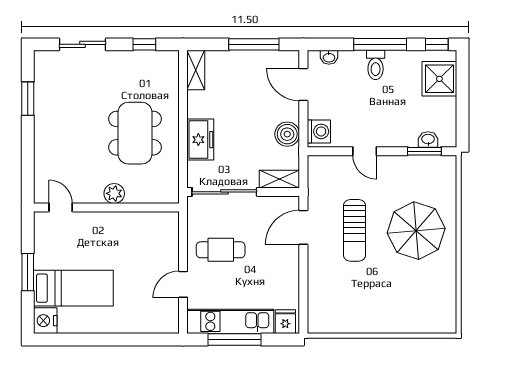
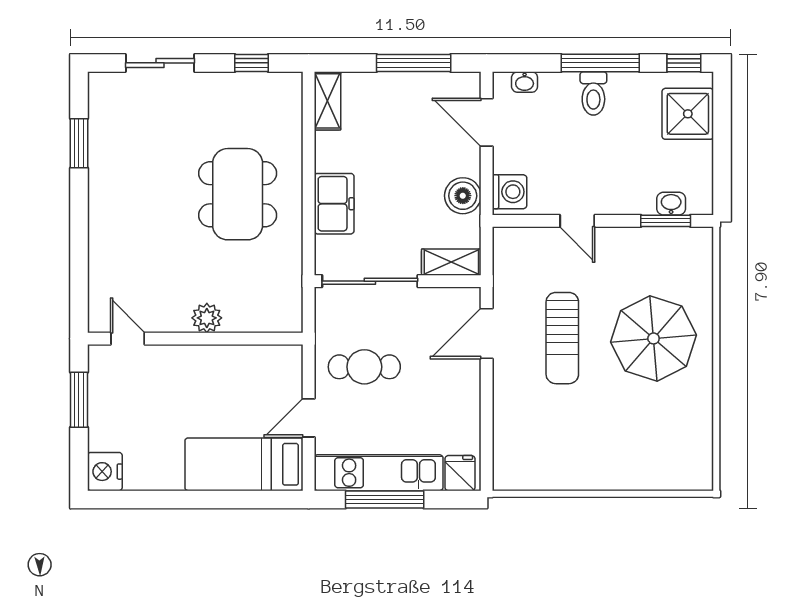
plant: (114, 193) -> (207, 318), moved
door: (61, 207) -> (128, 339), moved
wall: (106, 207) -> (195, 339), moved
bed: (73, 288) -> (244, 464), moved, turned 180

